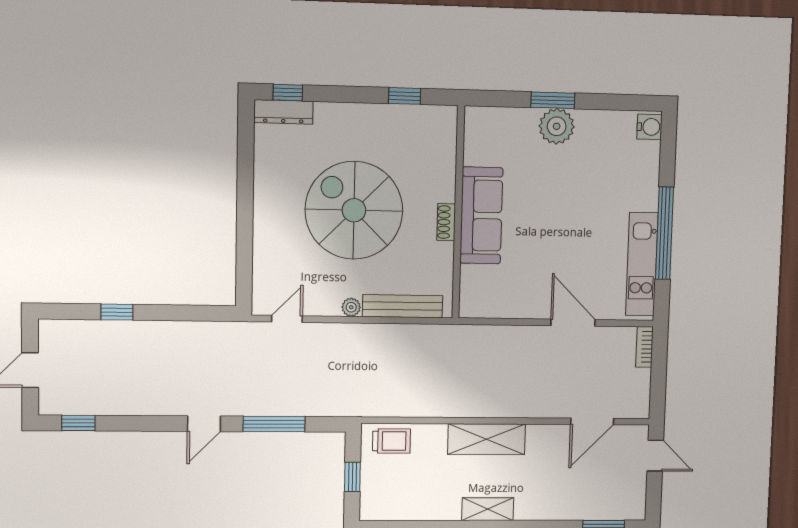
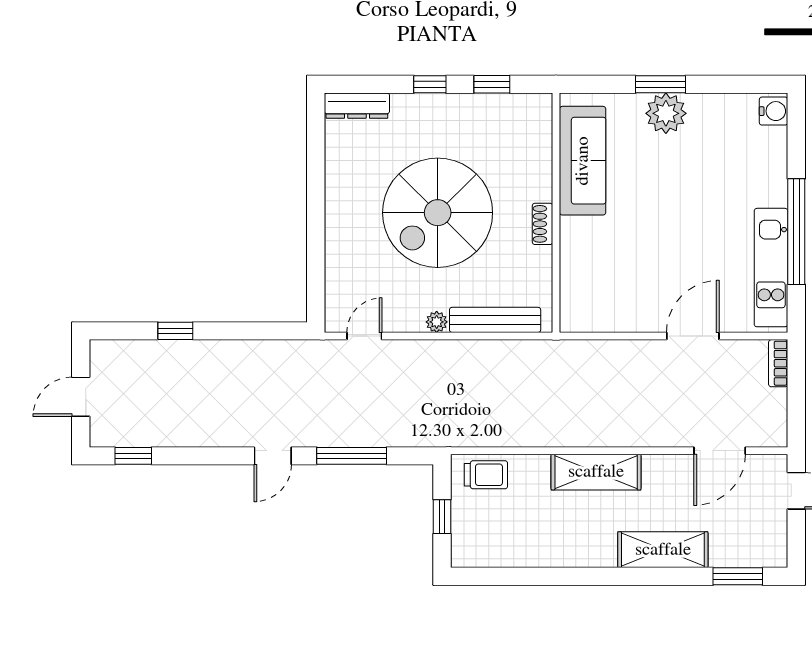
window: (288, 93) -> (430, 84), moved
spiral stairs: (354, 210) -> (438, 213), turned -90
sofa: (481, 215) -> (583, 161), moved
door: (573, 323) -> (693, 336), hinge flipped
shelving: (488, 509) -> (663, 550), moved, width x1.50, depth x1.33

